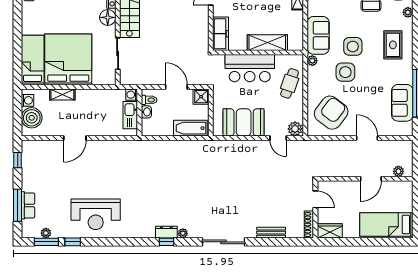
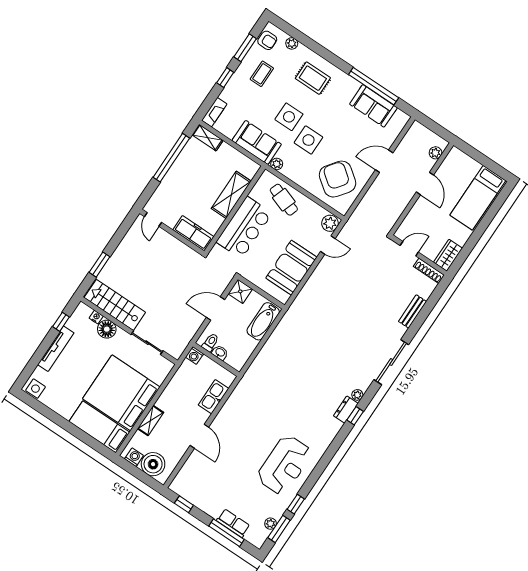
kitchen sink: (130, 115) -> (213, 397), moved, turned 90

